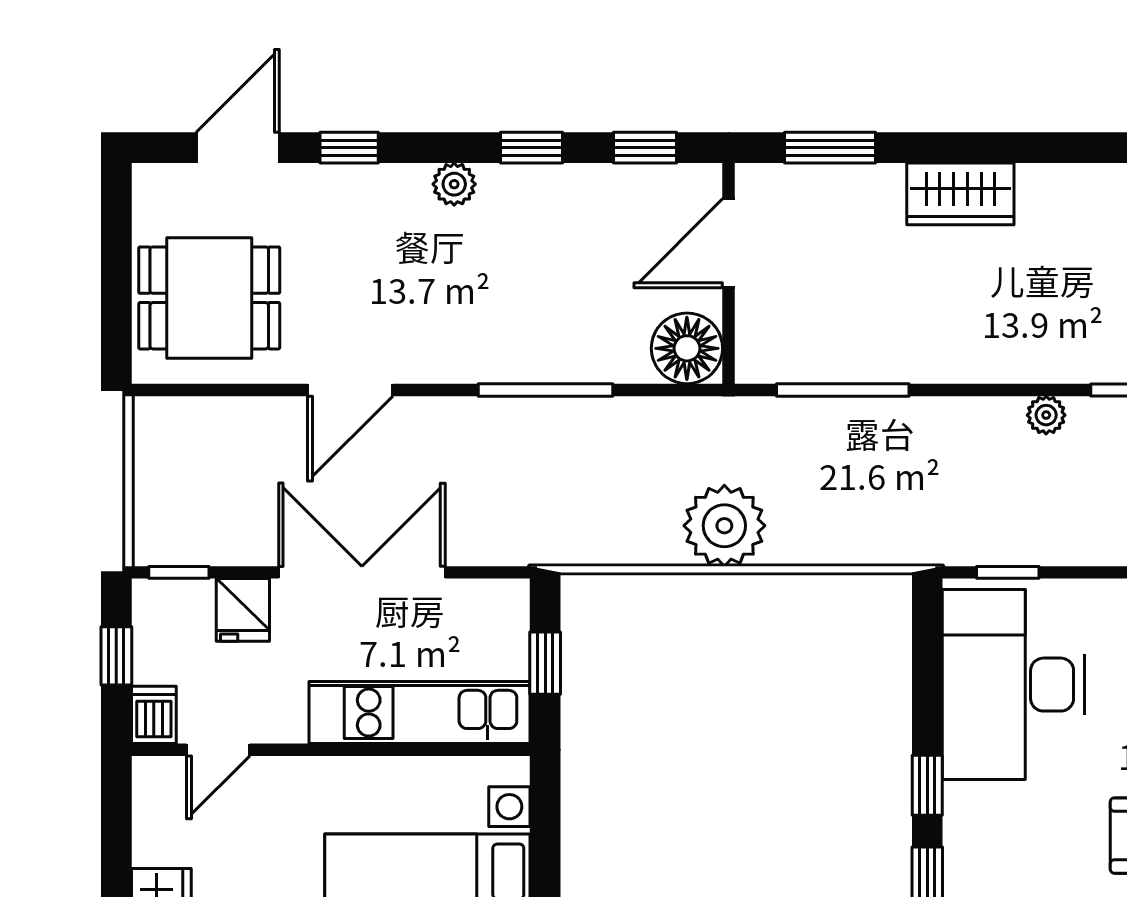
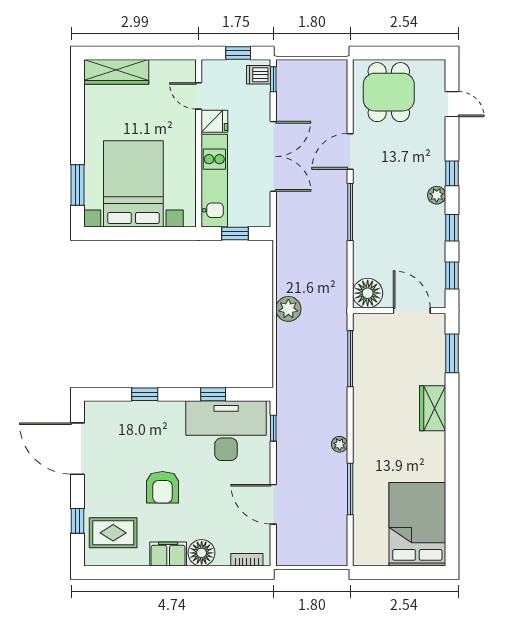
door: (238, 148) -> (452, 104), width x0.73
window: (349, 148) -> (452, 173), moved
door: (350, 390) -> (350, 151), hinge flipped
window: (545, 390) -> (350, 212), moved
plant: (724, 526) -> (288, 309), width x0.73, depth x0.73
fridge: (243, 610) -> (214, 121), moved, turned 180
dishwasher: (154, 715) -> (259, 75), moved, turned 180
window: (927, 785) -> (213, 394), moved

